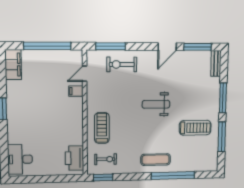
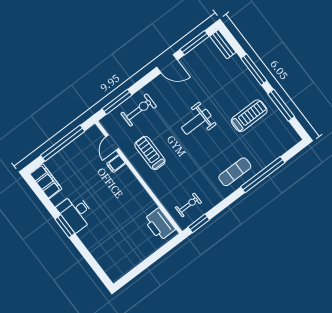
door: (167, 47) -> (167, 64), hinge flipped
exercise bike: (122, 64) -> (139, 110), turned 180
treadmill: (102, 128) -> (150, 153), moved
desk: (20, 159) -> (76, 213), moved

